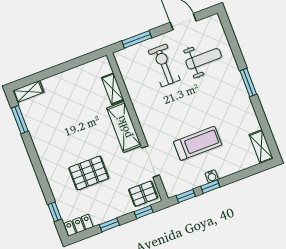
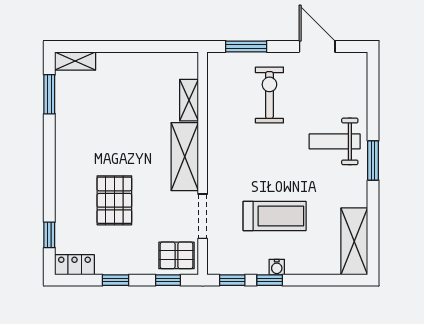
weight bench: (204, 59) -> (335, 141), moved, turned 180
shelving: (261, 147) -> (354, 241), width x1.50, depth x1.33
pallet: (89, 173) -> (114, 200), turned 90

